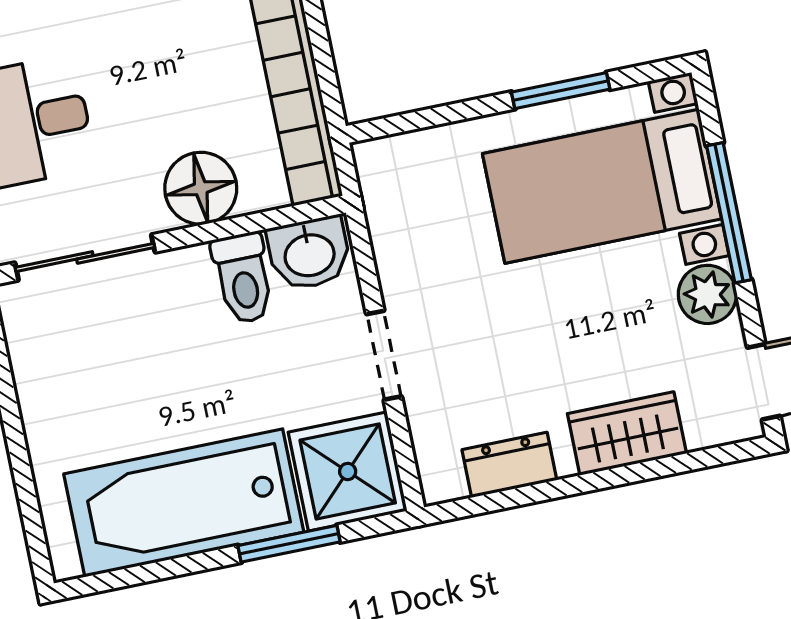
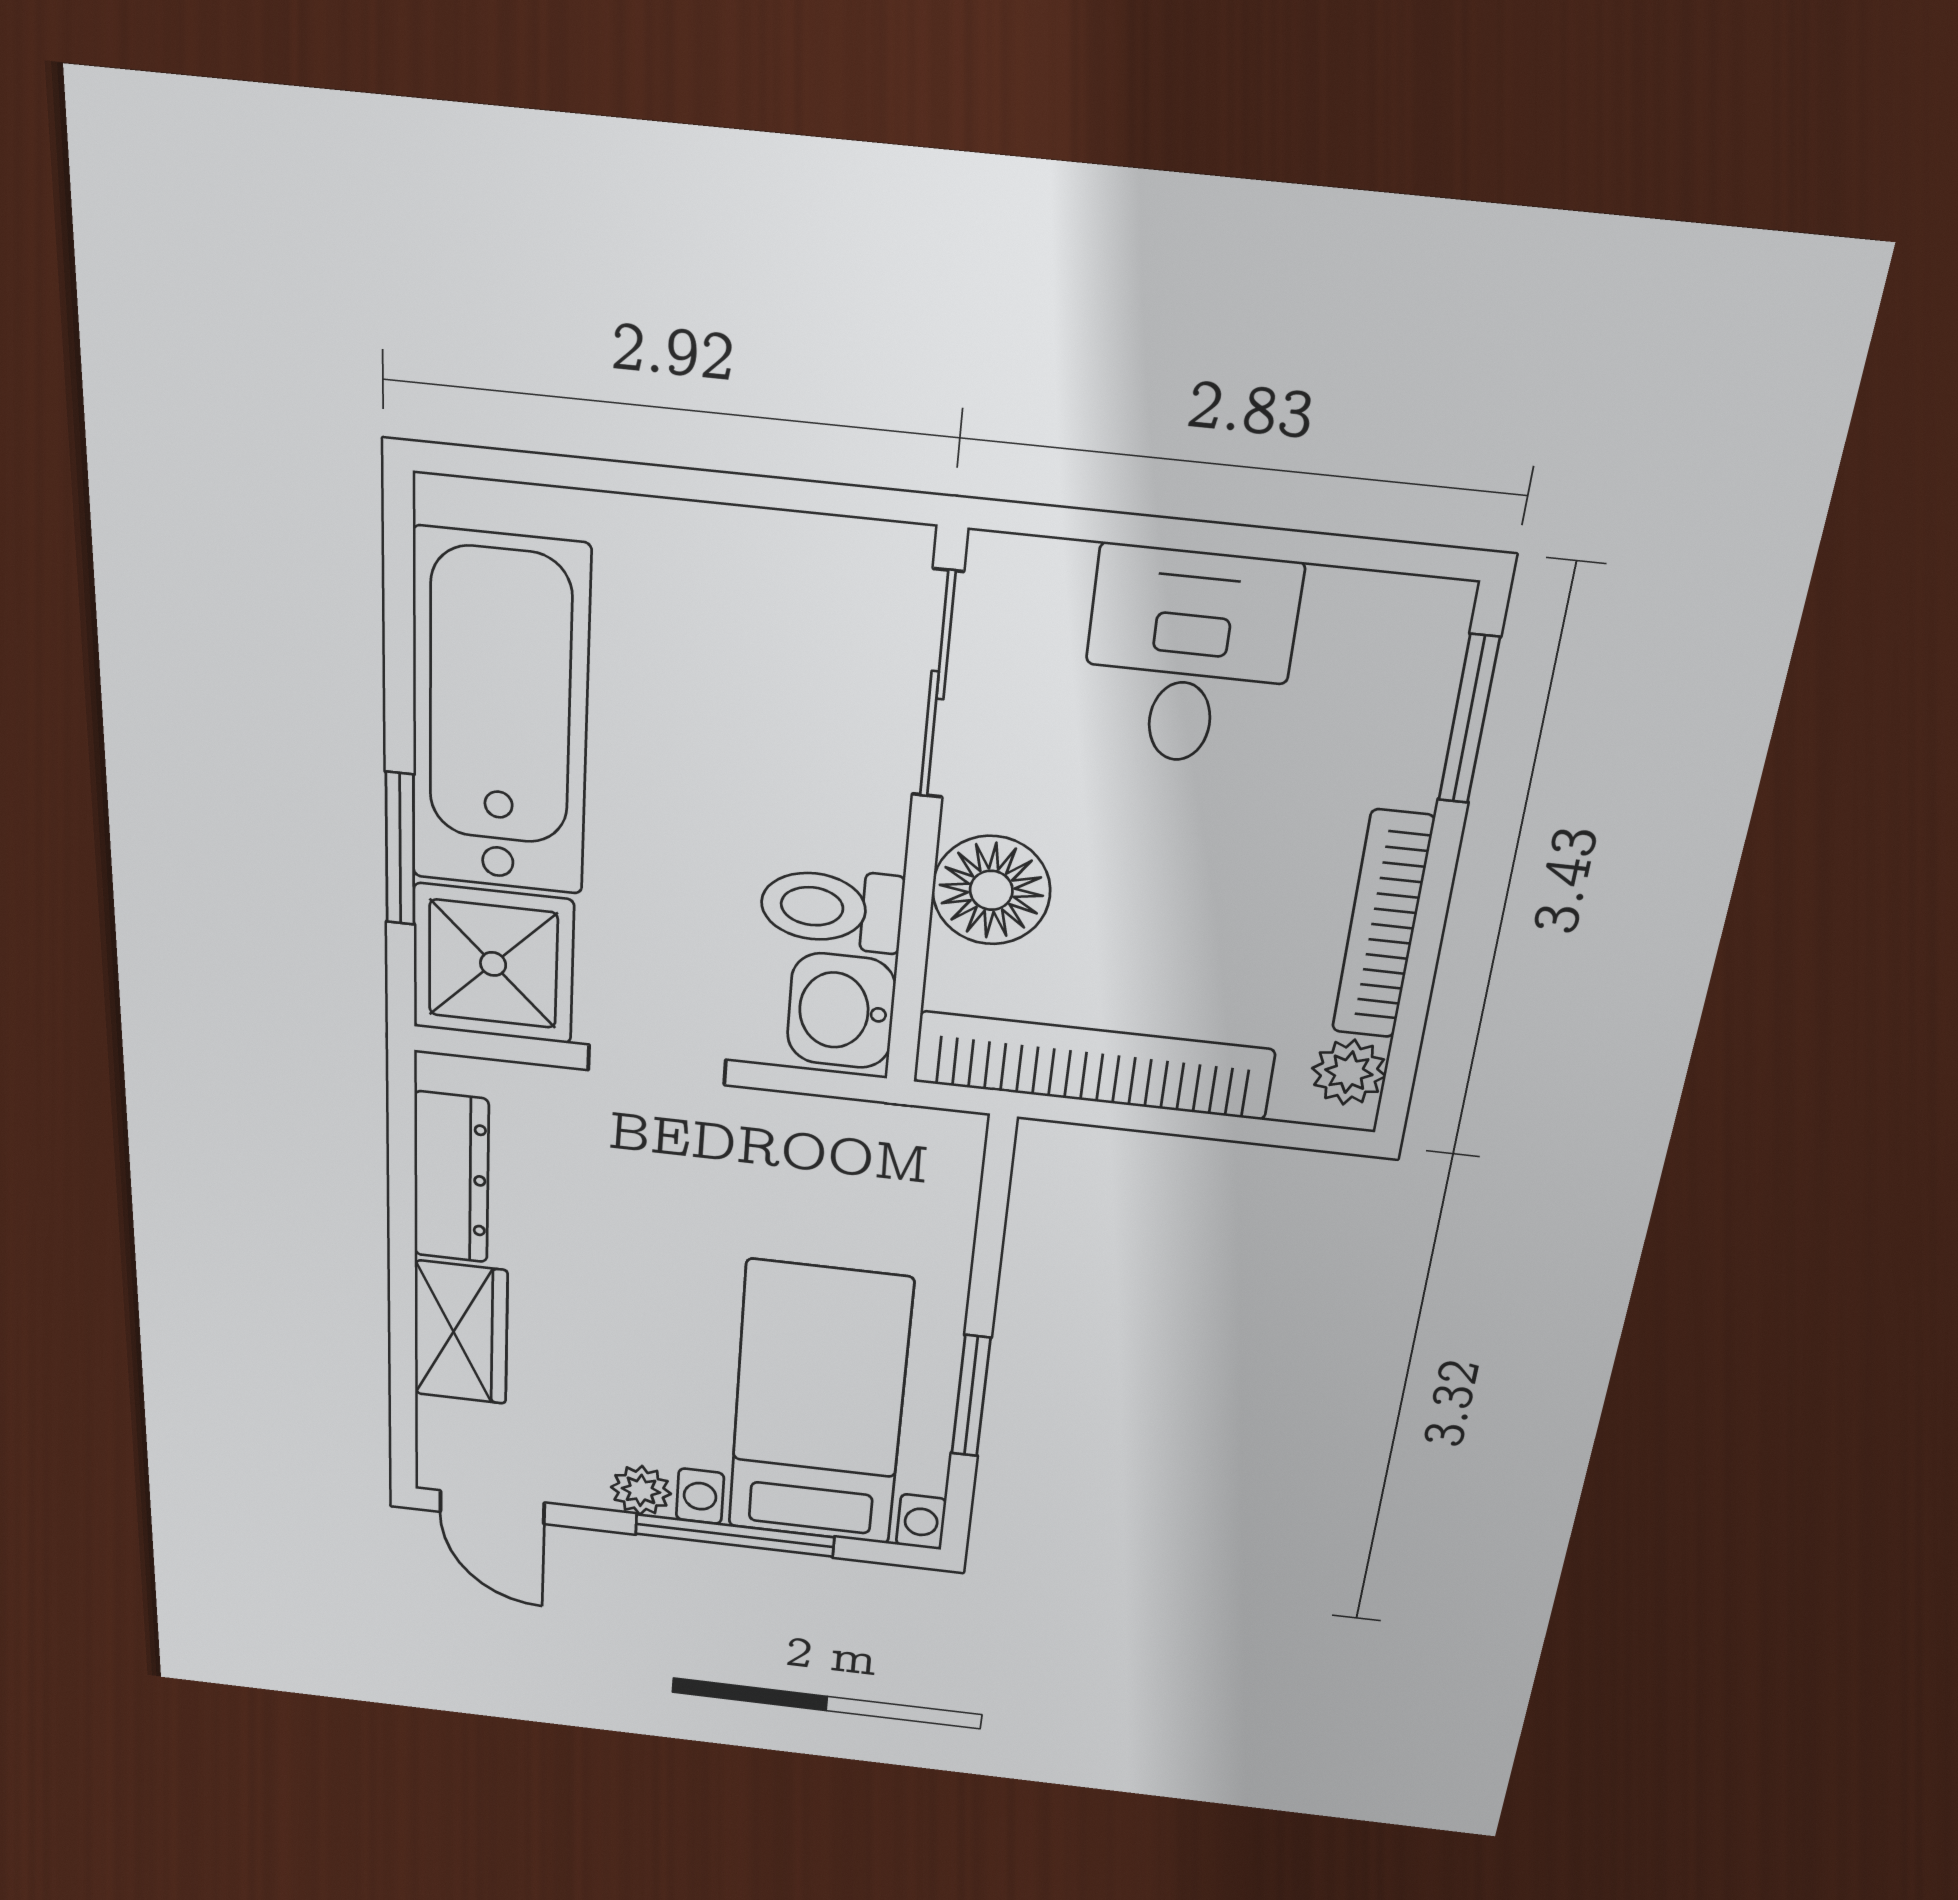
plant: (707, 294) -> (641, 1490), width x0.73, depth x0.73
dresser: (509, 465) -> (451, 1178), width x1.44

